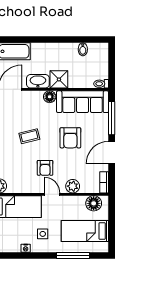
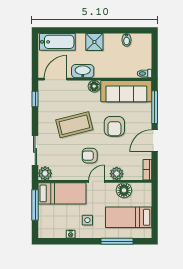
shower: (59, 79) -> (94, 42), moved
coffee table: (29, 136) -> (74, 125), width x1.86, depth x1.72
armchair: (45, 168) -> (90, 156), turned 90
door: (52, 194) -> (96, 181), hinge flipped
floor lamp: (94, 203) -> (124, 190), moved

